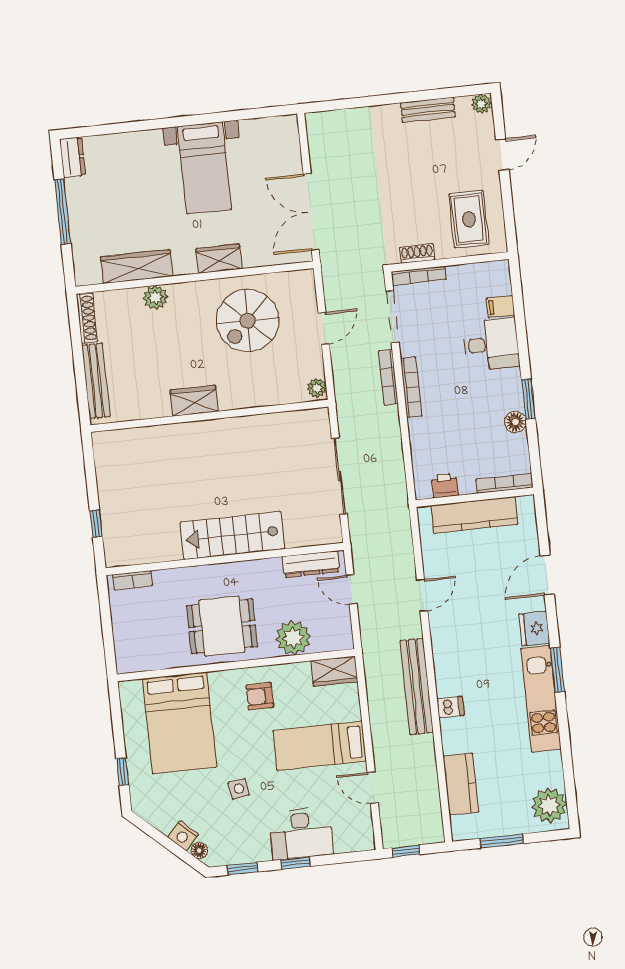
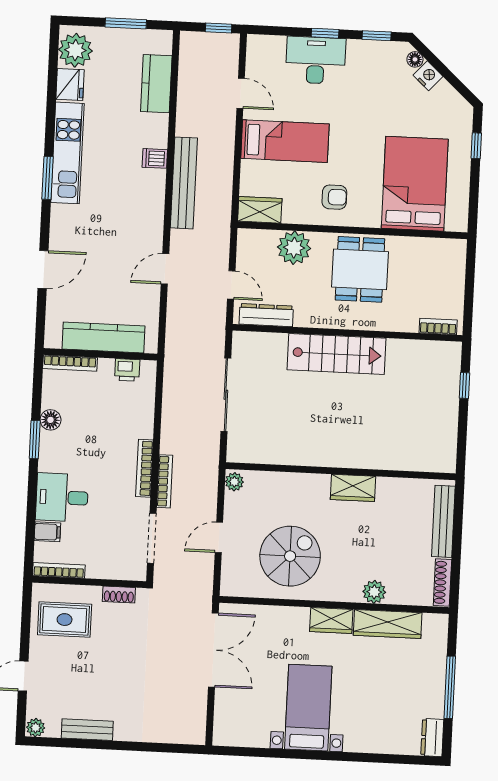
rug: (469, 219) -> (65, 620), turned 90
wardrobe: (219, 259) -> (331, 620), moved
bookcase: (419, 276) -> (59, 570), moved
dining table: (222, 626) -> (360, 269), turned 90
fridge: (534, 629) -> (70, 84), moved
side table: (239, 789) -> (368, 112), removed

